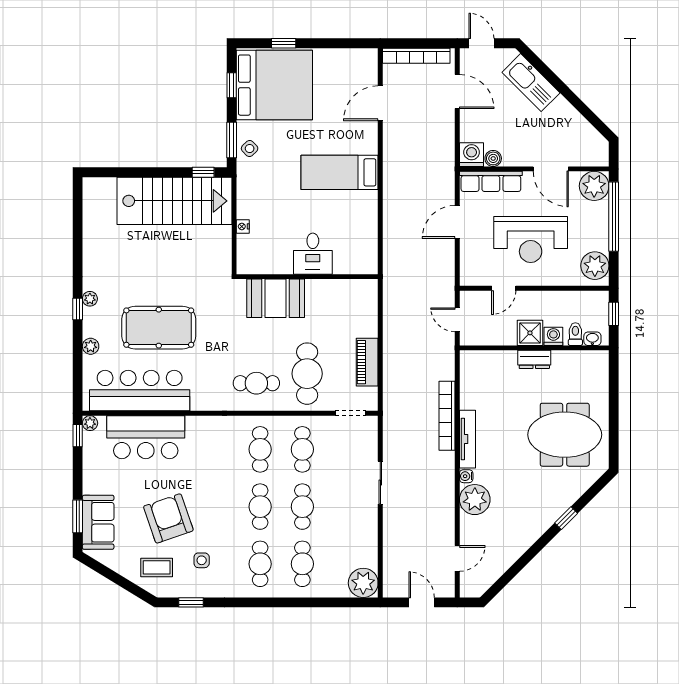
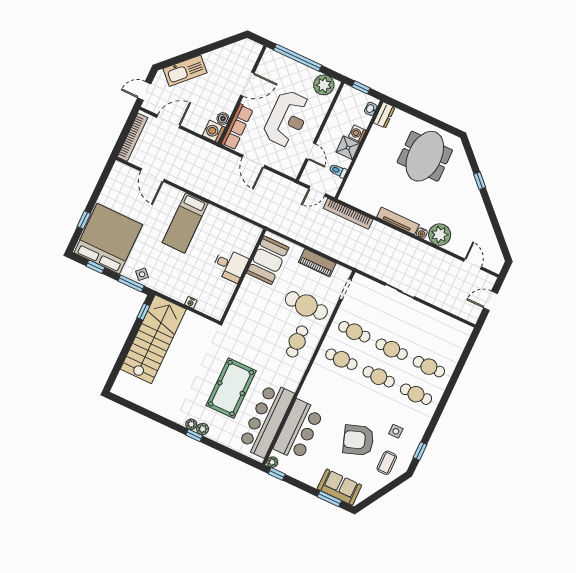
plant: (594, 186) -> (272, 61), removed
booth: (276, 298) -> (268, 260), moved
toilet: (575, 334) -> (338, 171), moved
plant: (91, 346) -> (203, 429), moved
dresser: (534, 359) -> (384, 115), moved
bookcase: (447, 416) -> (348, 214), moved
plant: (363, 583) -> (460, 333), removed

